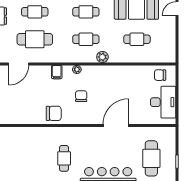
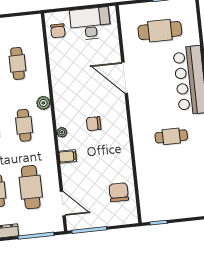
chair: (54, 113) -> (119, 192), moved

